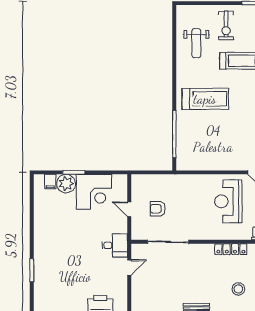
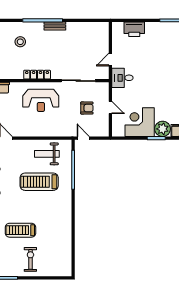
weight bench: (196, 43) -> (47, 154), moved, turned -90
treadmill: (205, 99) -> (39, 182), moved
door: (162, 172) -> (83, 138), added
reception desk: (228, 201) -> (41, 100), moved, turned 90
locker: (231, 249) -> (37, 75), moved

